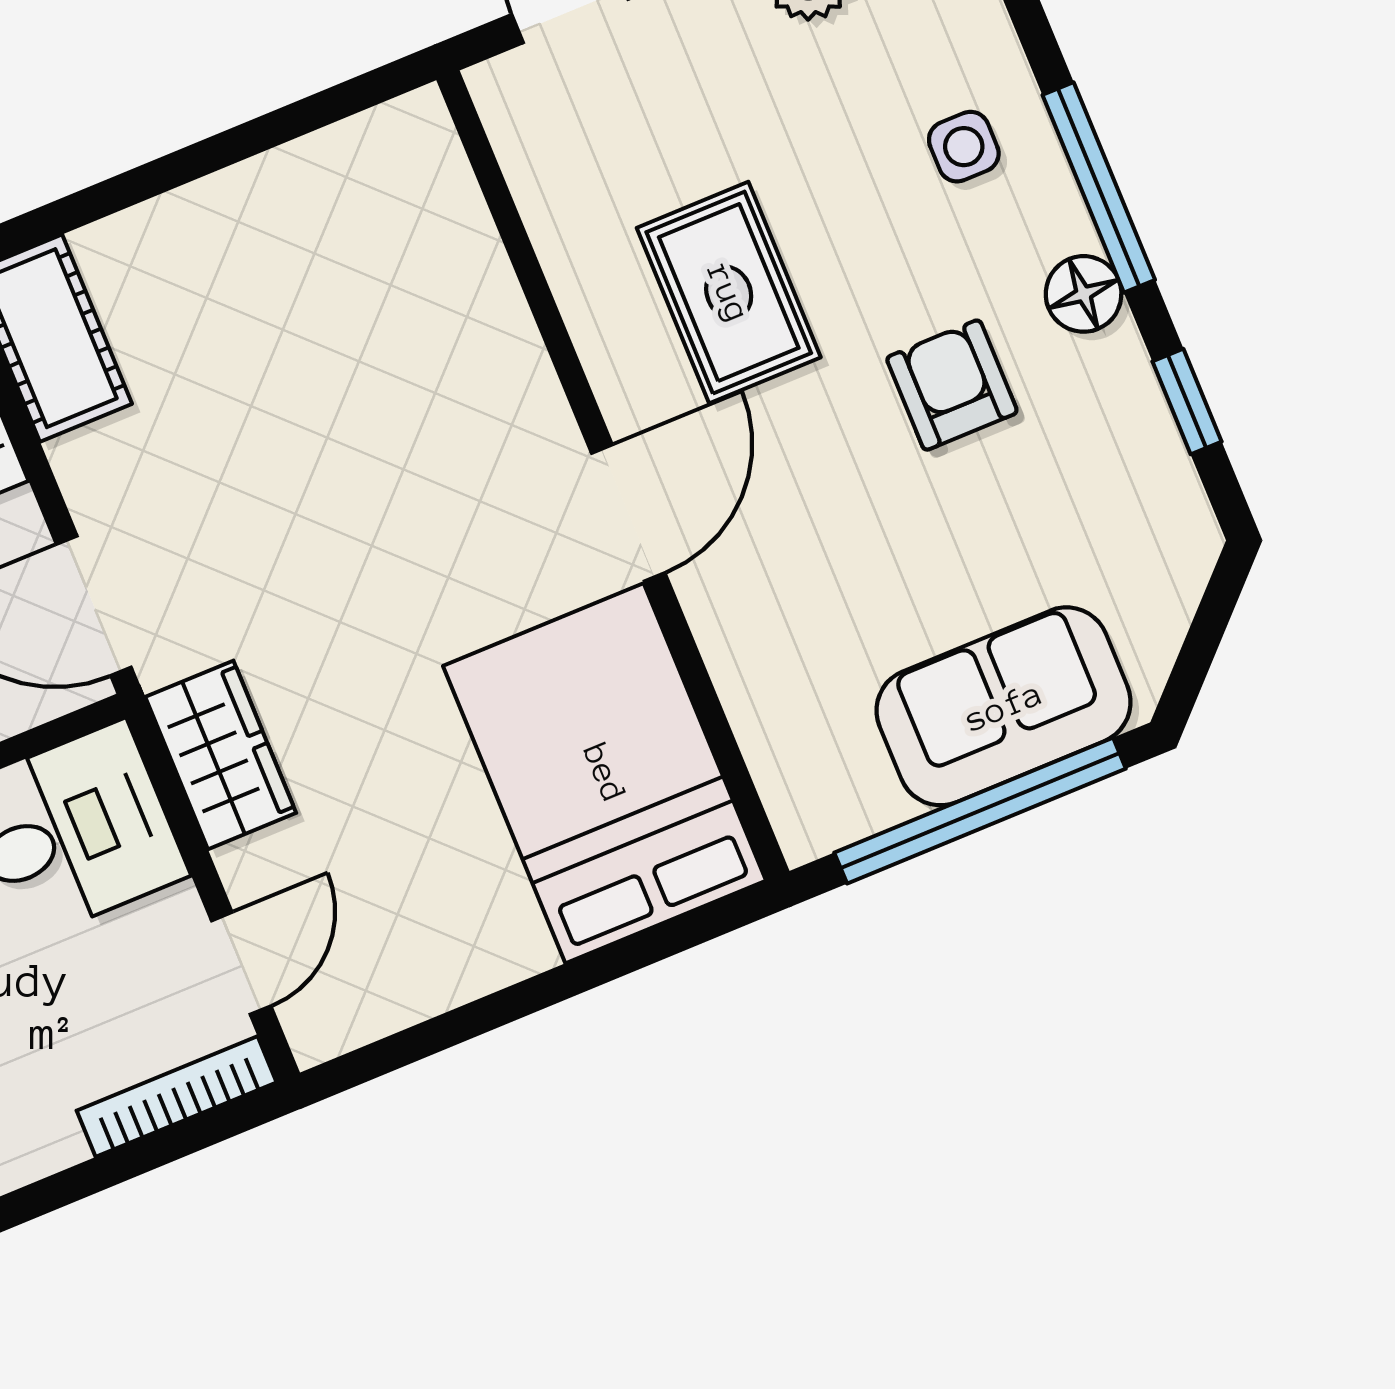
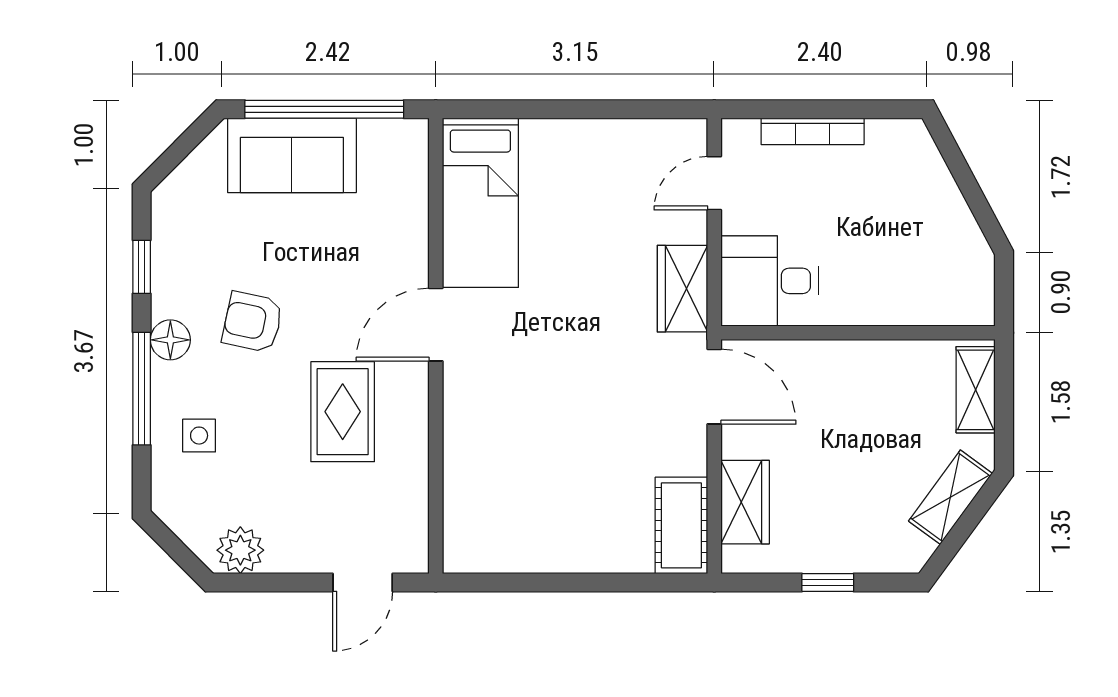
armchair: (952, 385) -> (253, 322), turned 102
bed: (605, 773) -> (480, 203), width x0.67
bookcase: (177, 1096) -> (813, 131), moved

